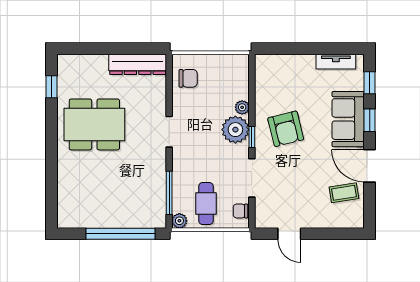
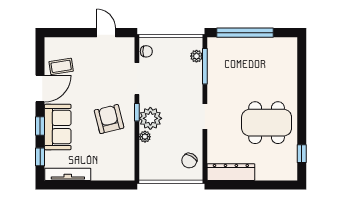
tv unit: (336, 62) -> (68, 174), width x1.41
chair: (188, 78) -> (189, 161), turned -60
door: (370, 166) -> (40, 89), hinge flipped
cafe table: (206, 204) -> (175, 58), removed
plant: (179, 221) -> (196, 56), moved

